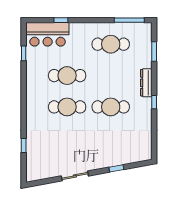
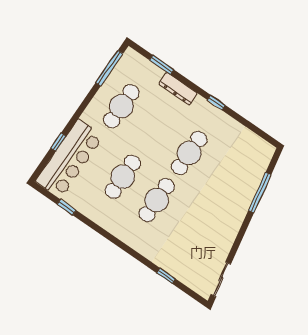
bar counter: (48, 34) -> (69, 159), width x1.36
dresser: (146, 83) -> (178, 89), moved
window: (116, 168) -> (260, 193), width x2.17
sliding door: (75, 176) -> (221, 279), moved

